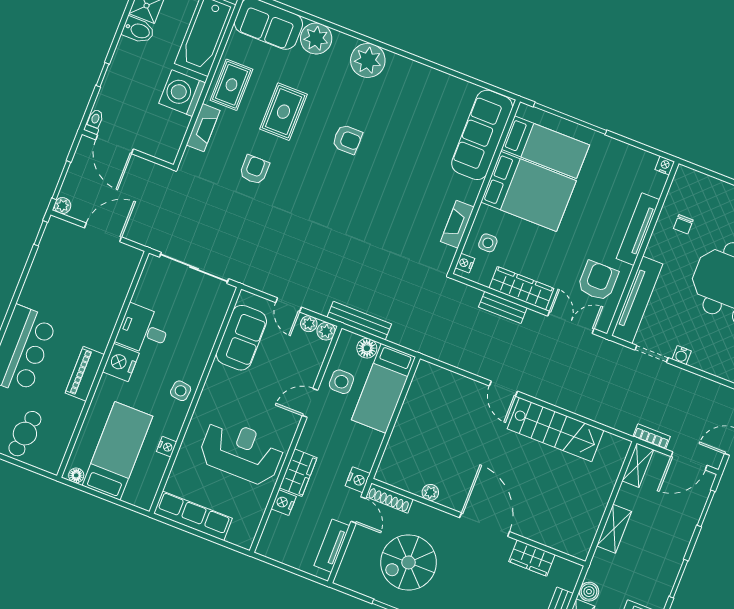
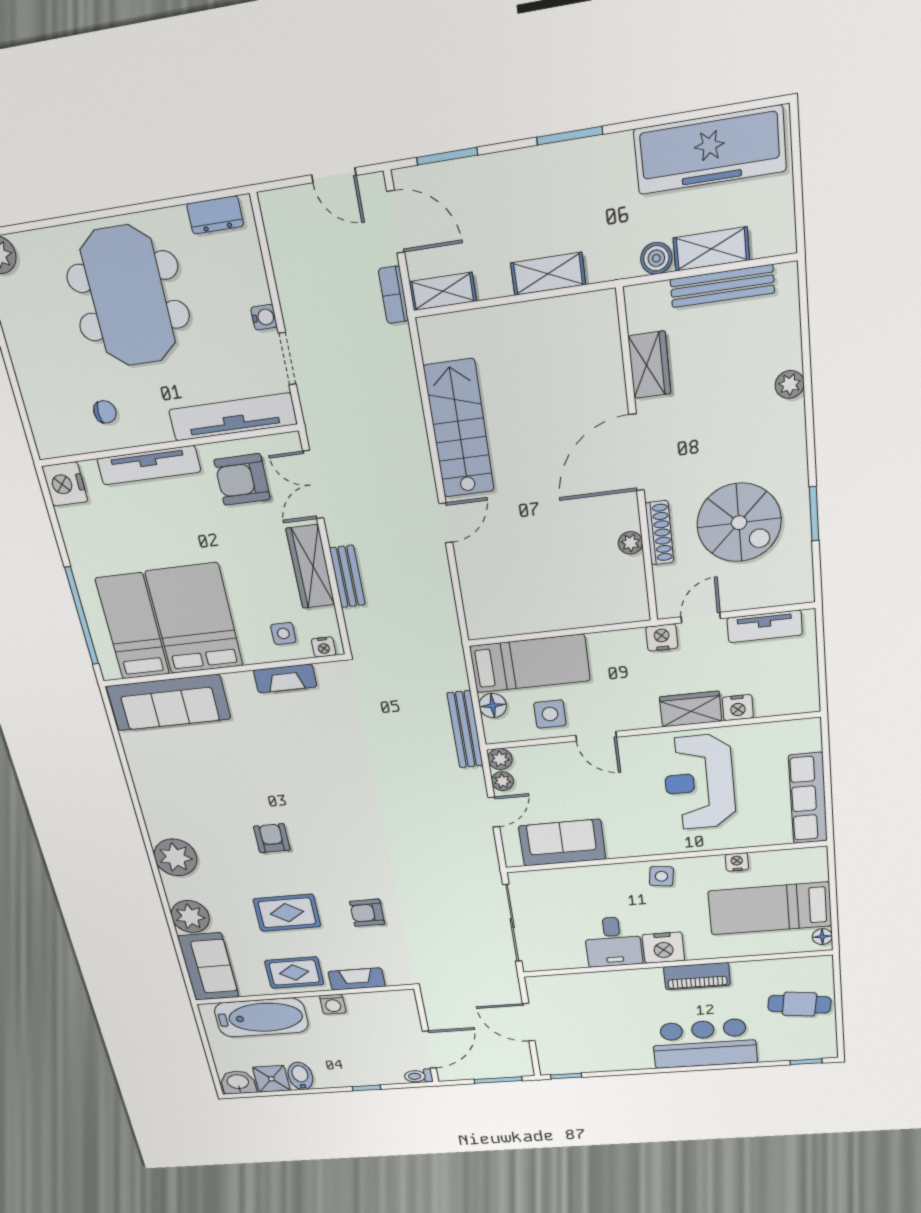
washing machine: (182, 93) -> (333, 1004), width x0.53, depth x0.53
nightstand: (665, 166) -> (65, 484), width x1.89, depth x1.79
plant: (62, 206) -> (524, 1069), removed
shoe rack: (389, 498) -> (659, 533), moved

